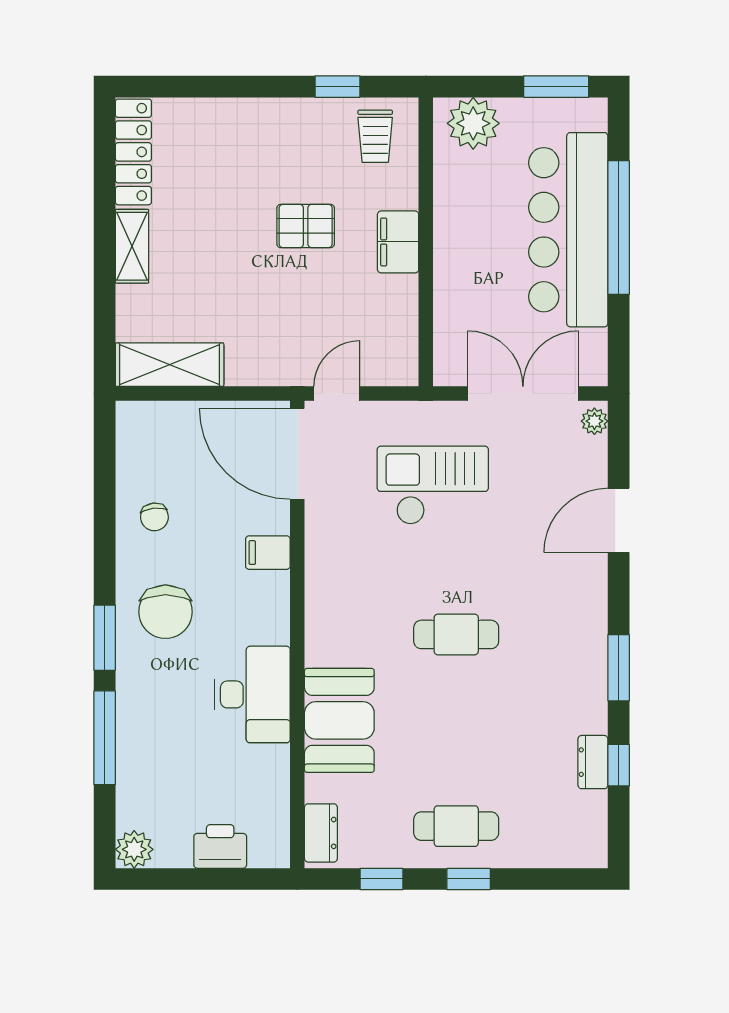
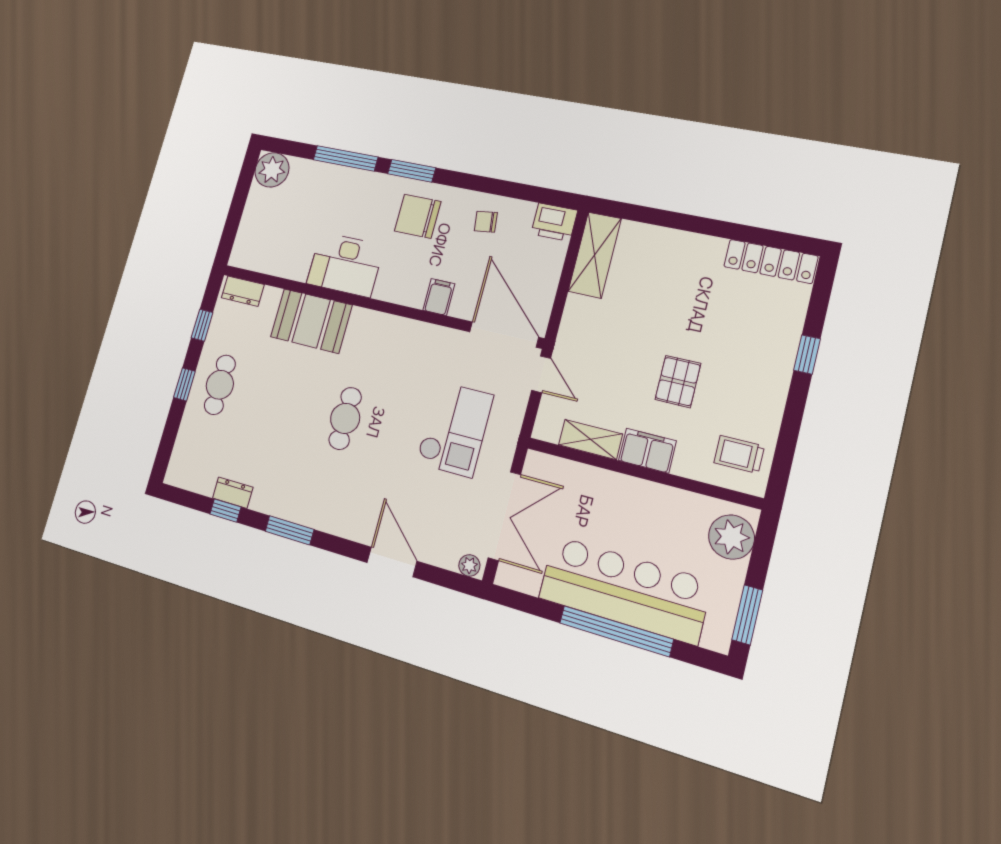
window: (338, 87) -> (807, 355), moved
shelving: (132, 246) -> (590, 439), moved
door: (297, 454) -> (504, 334), hinge flipped
printer: (220, 846) -> (554, 222), moved, turned 90
plant: (134, 849) -> (272, 170), width x1.36, depth x1.36

